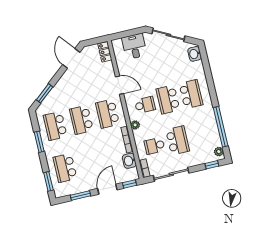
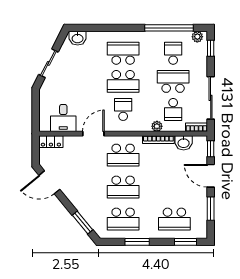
sliding door: (168, 35) -> (48, 63), width x0.73
desk: (134, 46) -> (63, 118), moved, turned -90
plant: (135, 125) -> (157, 126), moved
school desk: (201, 135) -> (173, 53), added

